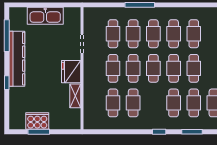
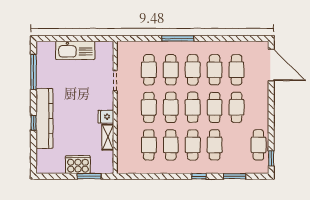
kitchen counter: (17, 59) -> (44, 118), moved
fridge: (71, 72) -> (106, 117), width x0.53, depth x0.75
cafe table: (194, 103) -> (193, 145), moved
cooker: (37, 121) -> (78, 165), moved
window: (39, 132) -> (89, 176), moved

